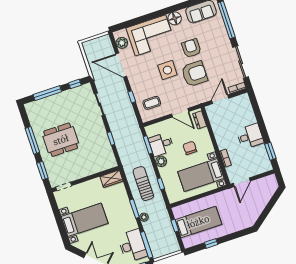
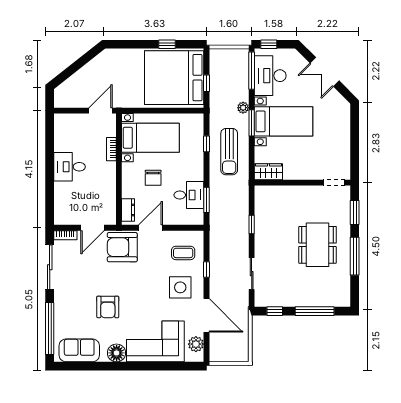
side table: (167, 70) -> (180, 287), moved
armchair: (194, 74) -> (122, 247), moved
door: (180, 113) -> (150, 228), hinge flipped
dining table: (61, 140) -> (318, 245), turned 90
window: (270, 151) -> (50, 138), removed
plant: (161, 161) -> (196, 173), removed
bed with nightstands: (85, 220) -> (283, 121), moved, turned 180
bed: (198, 222) -> (174, 78), width x2.04

